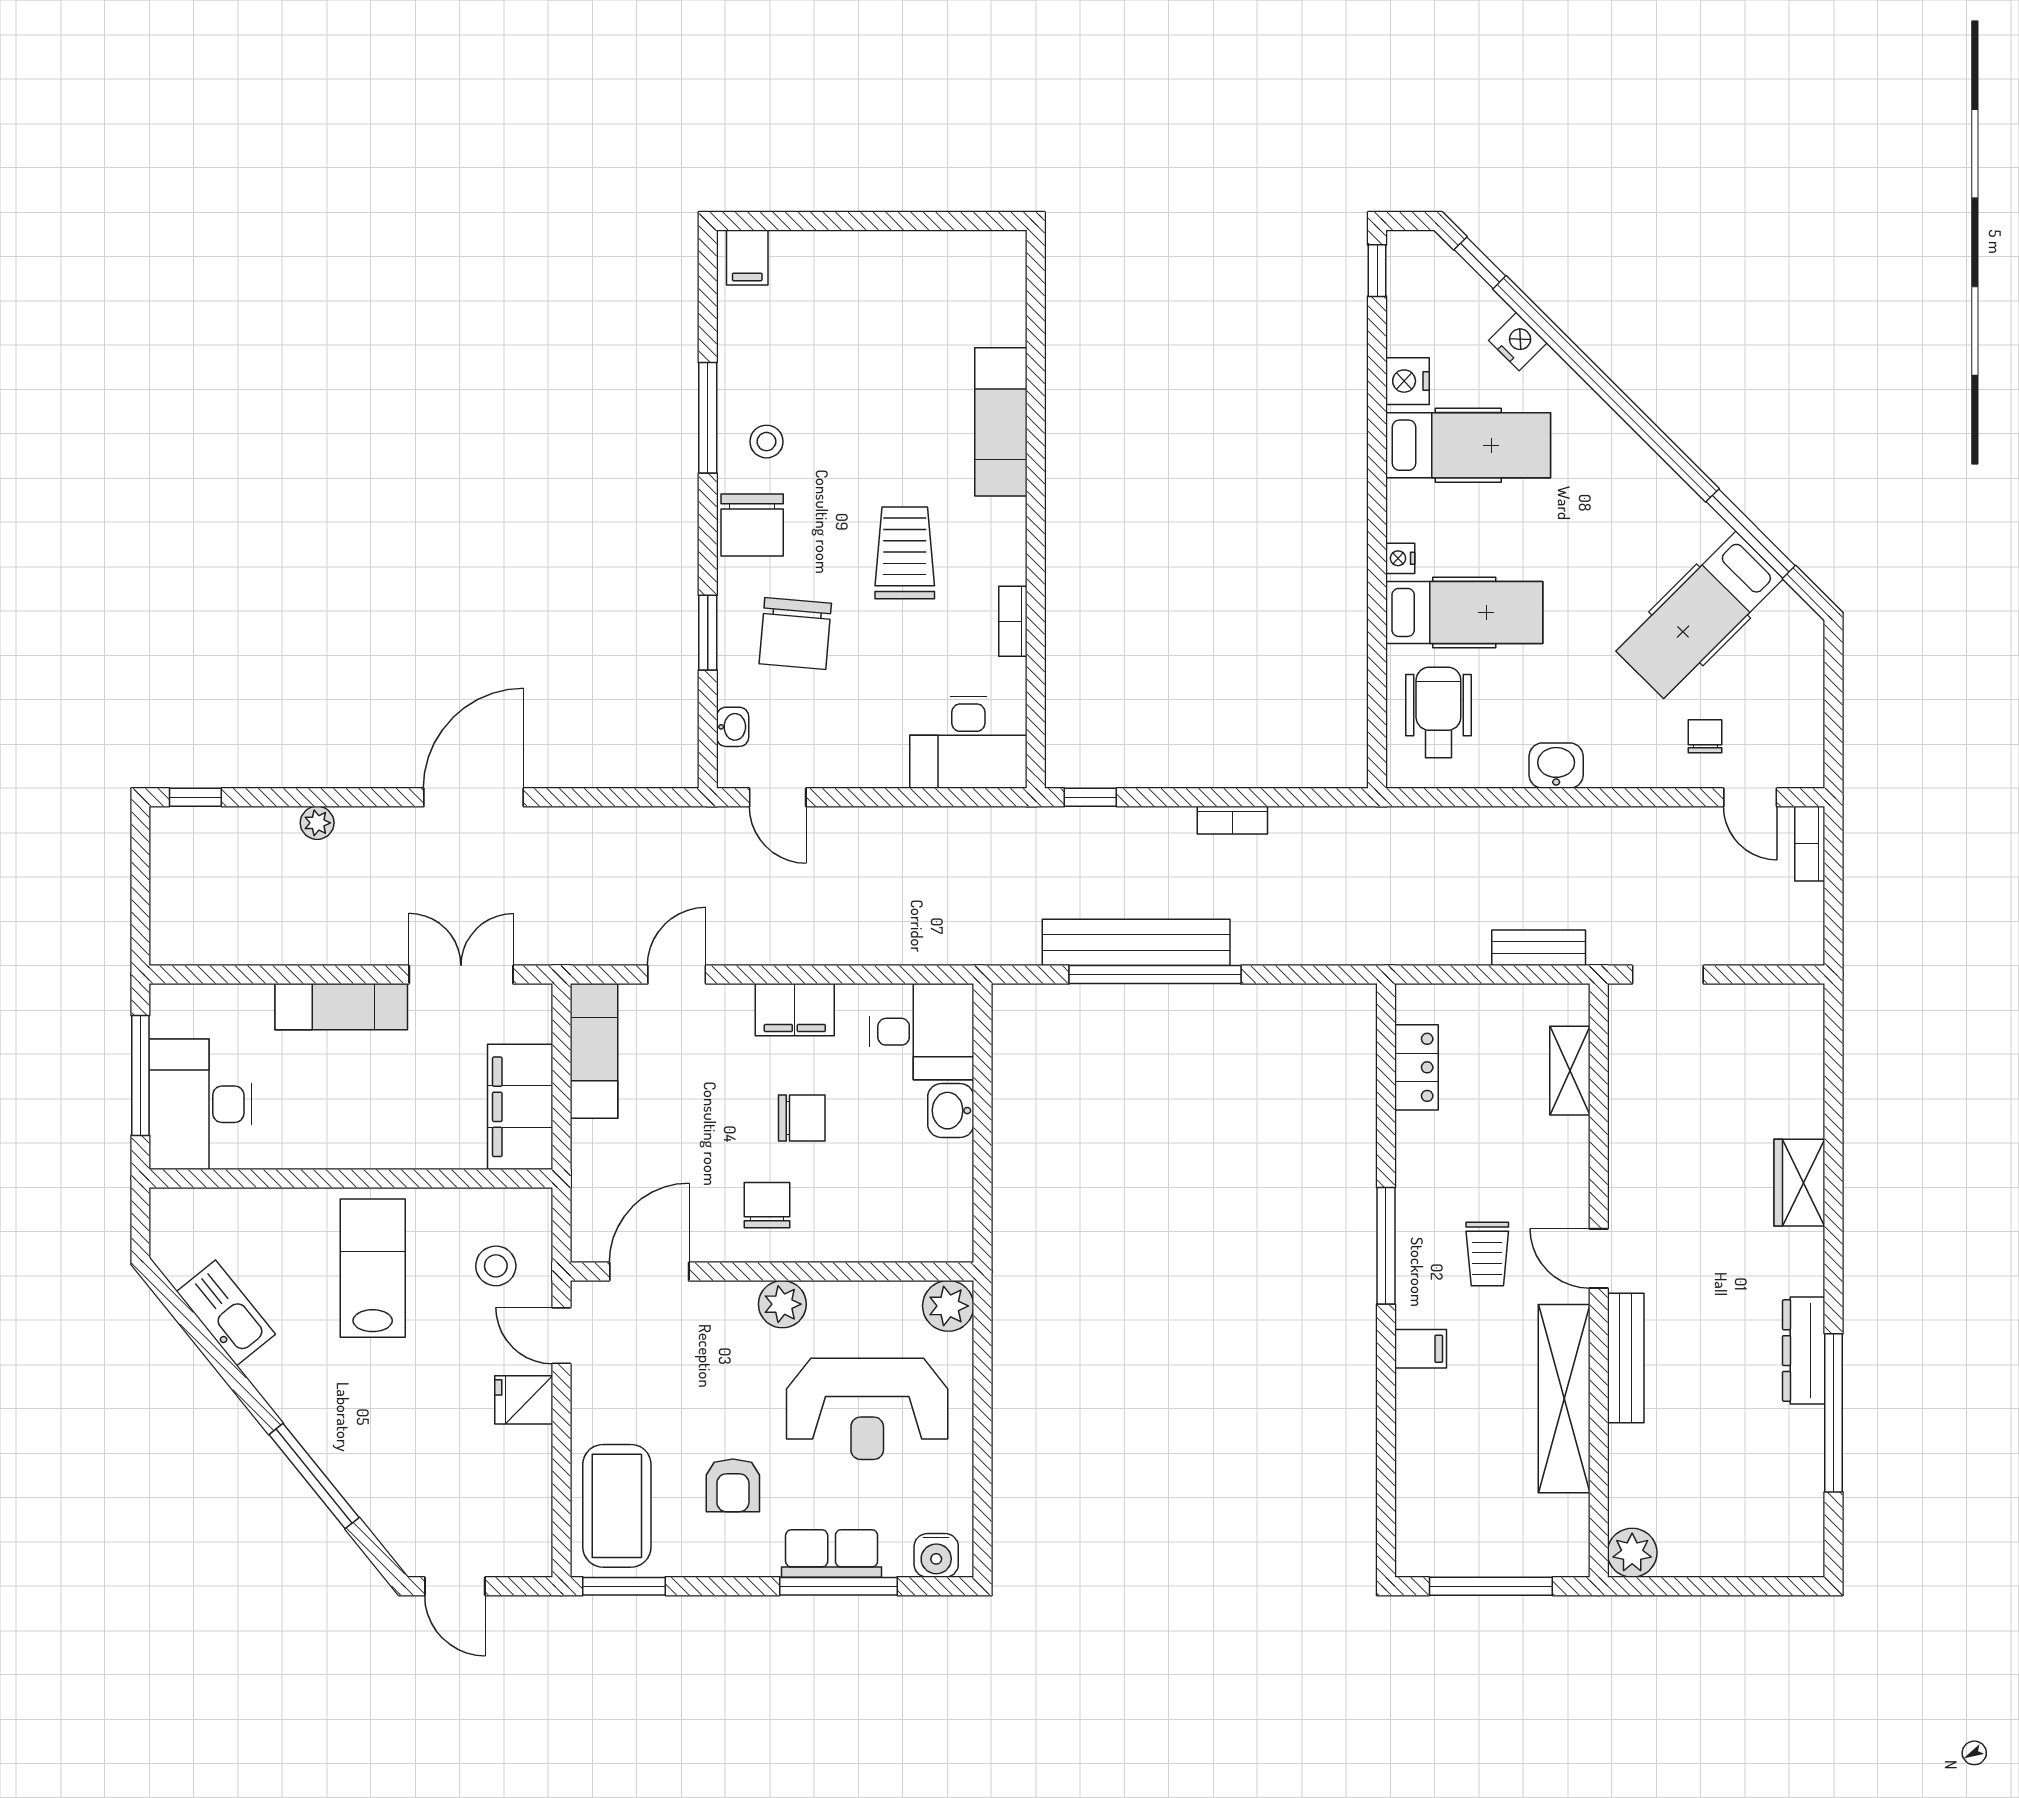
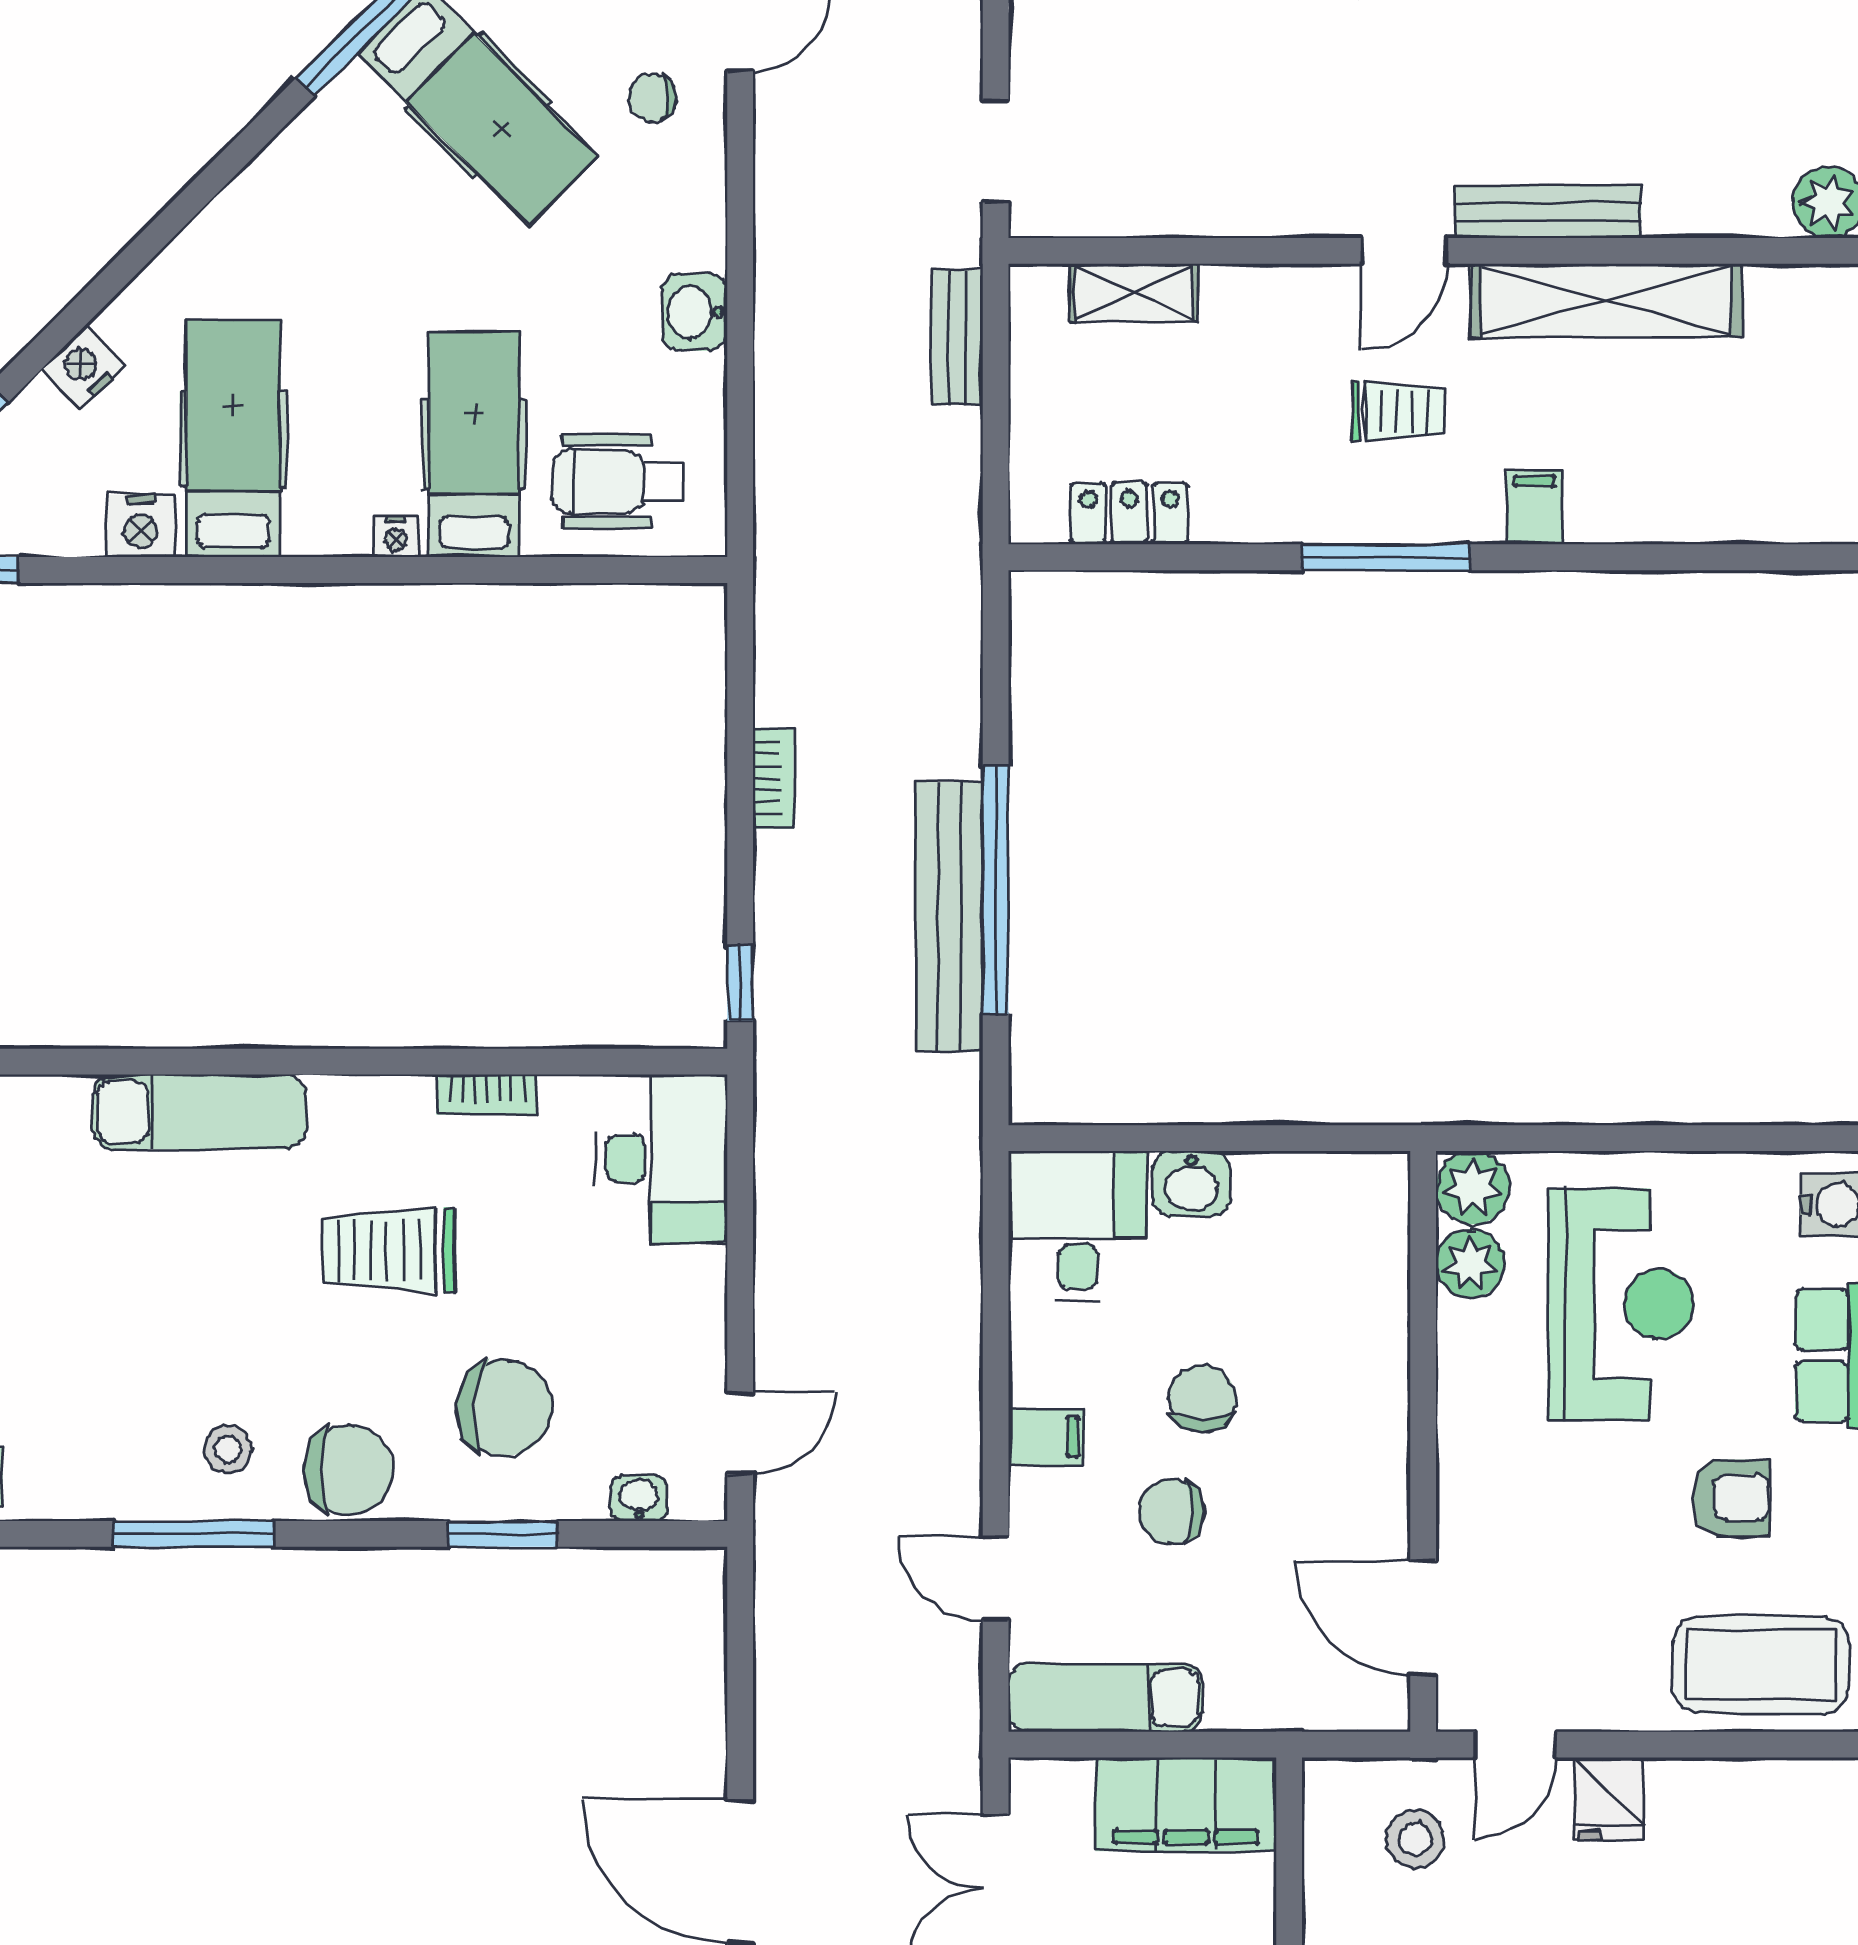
filing cabinet: (795, 1010) -> (1046, 1437), width x0.50
chair: (767, 1205) -> (1172, 1512), moved
plant: (782, 1304) -> (1470, 1264), moved

